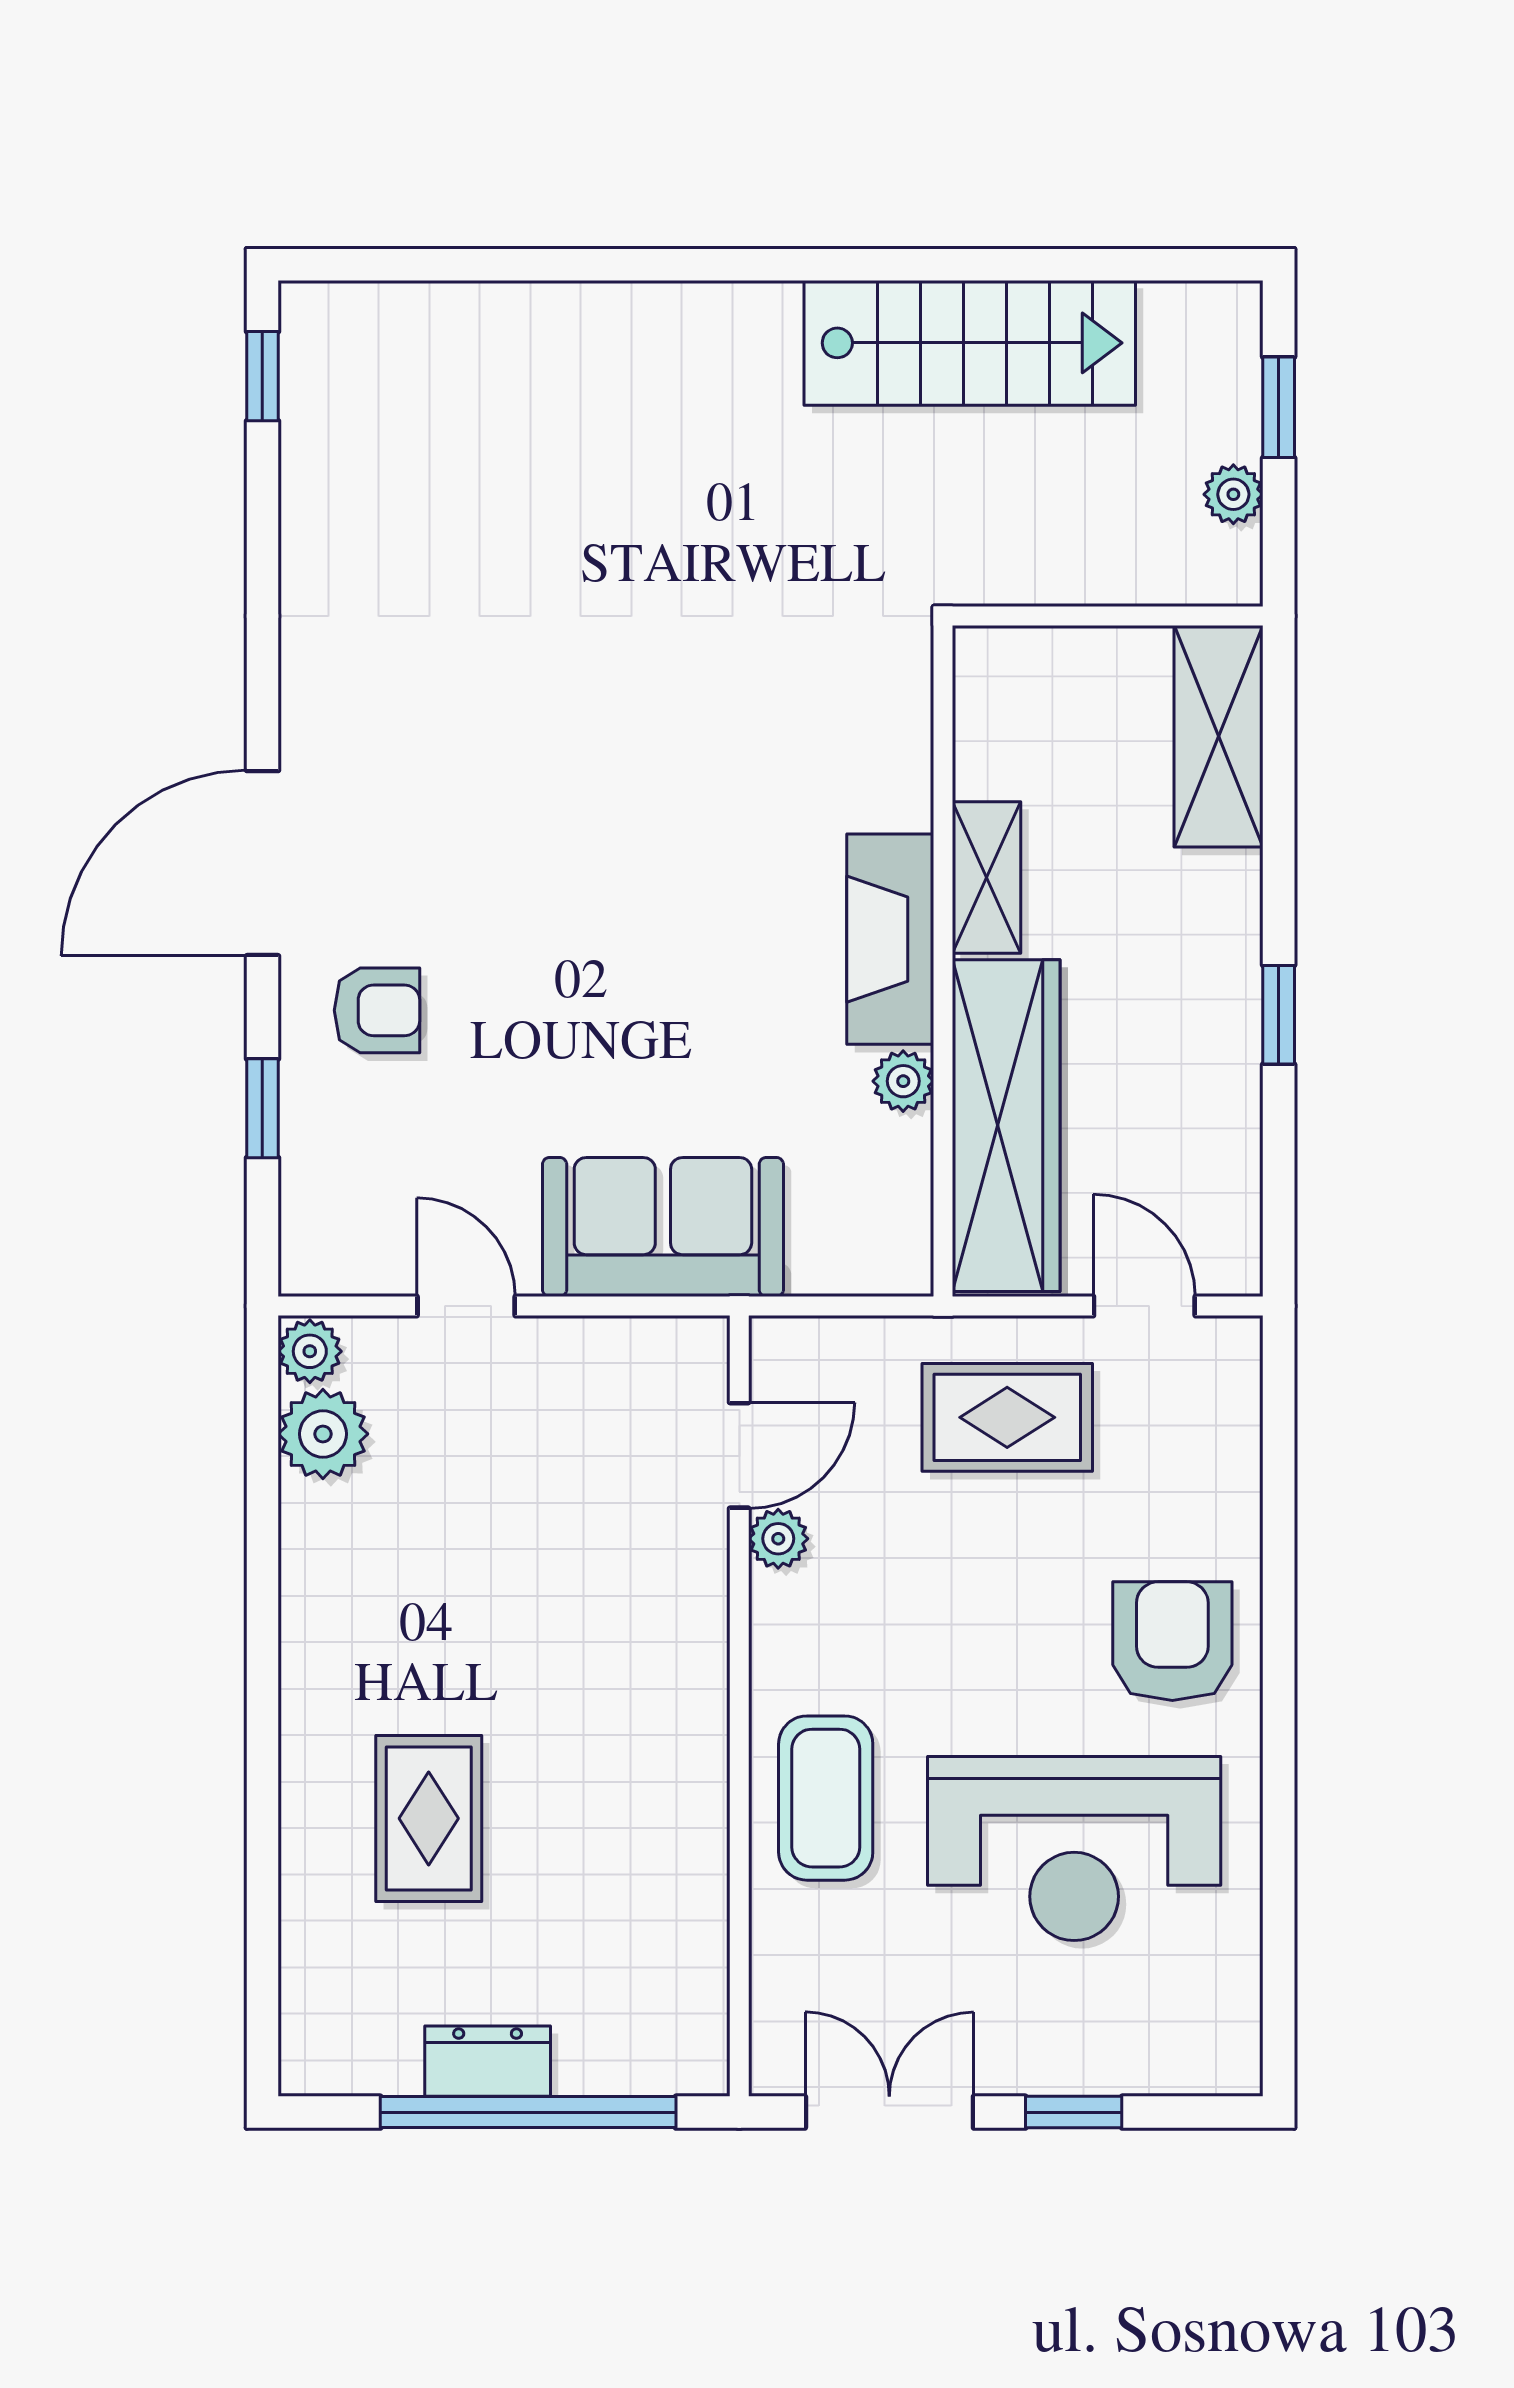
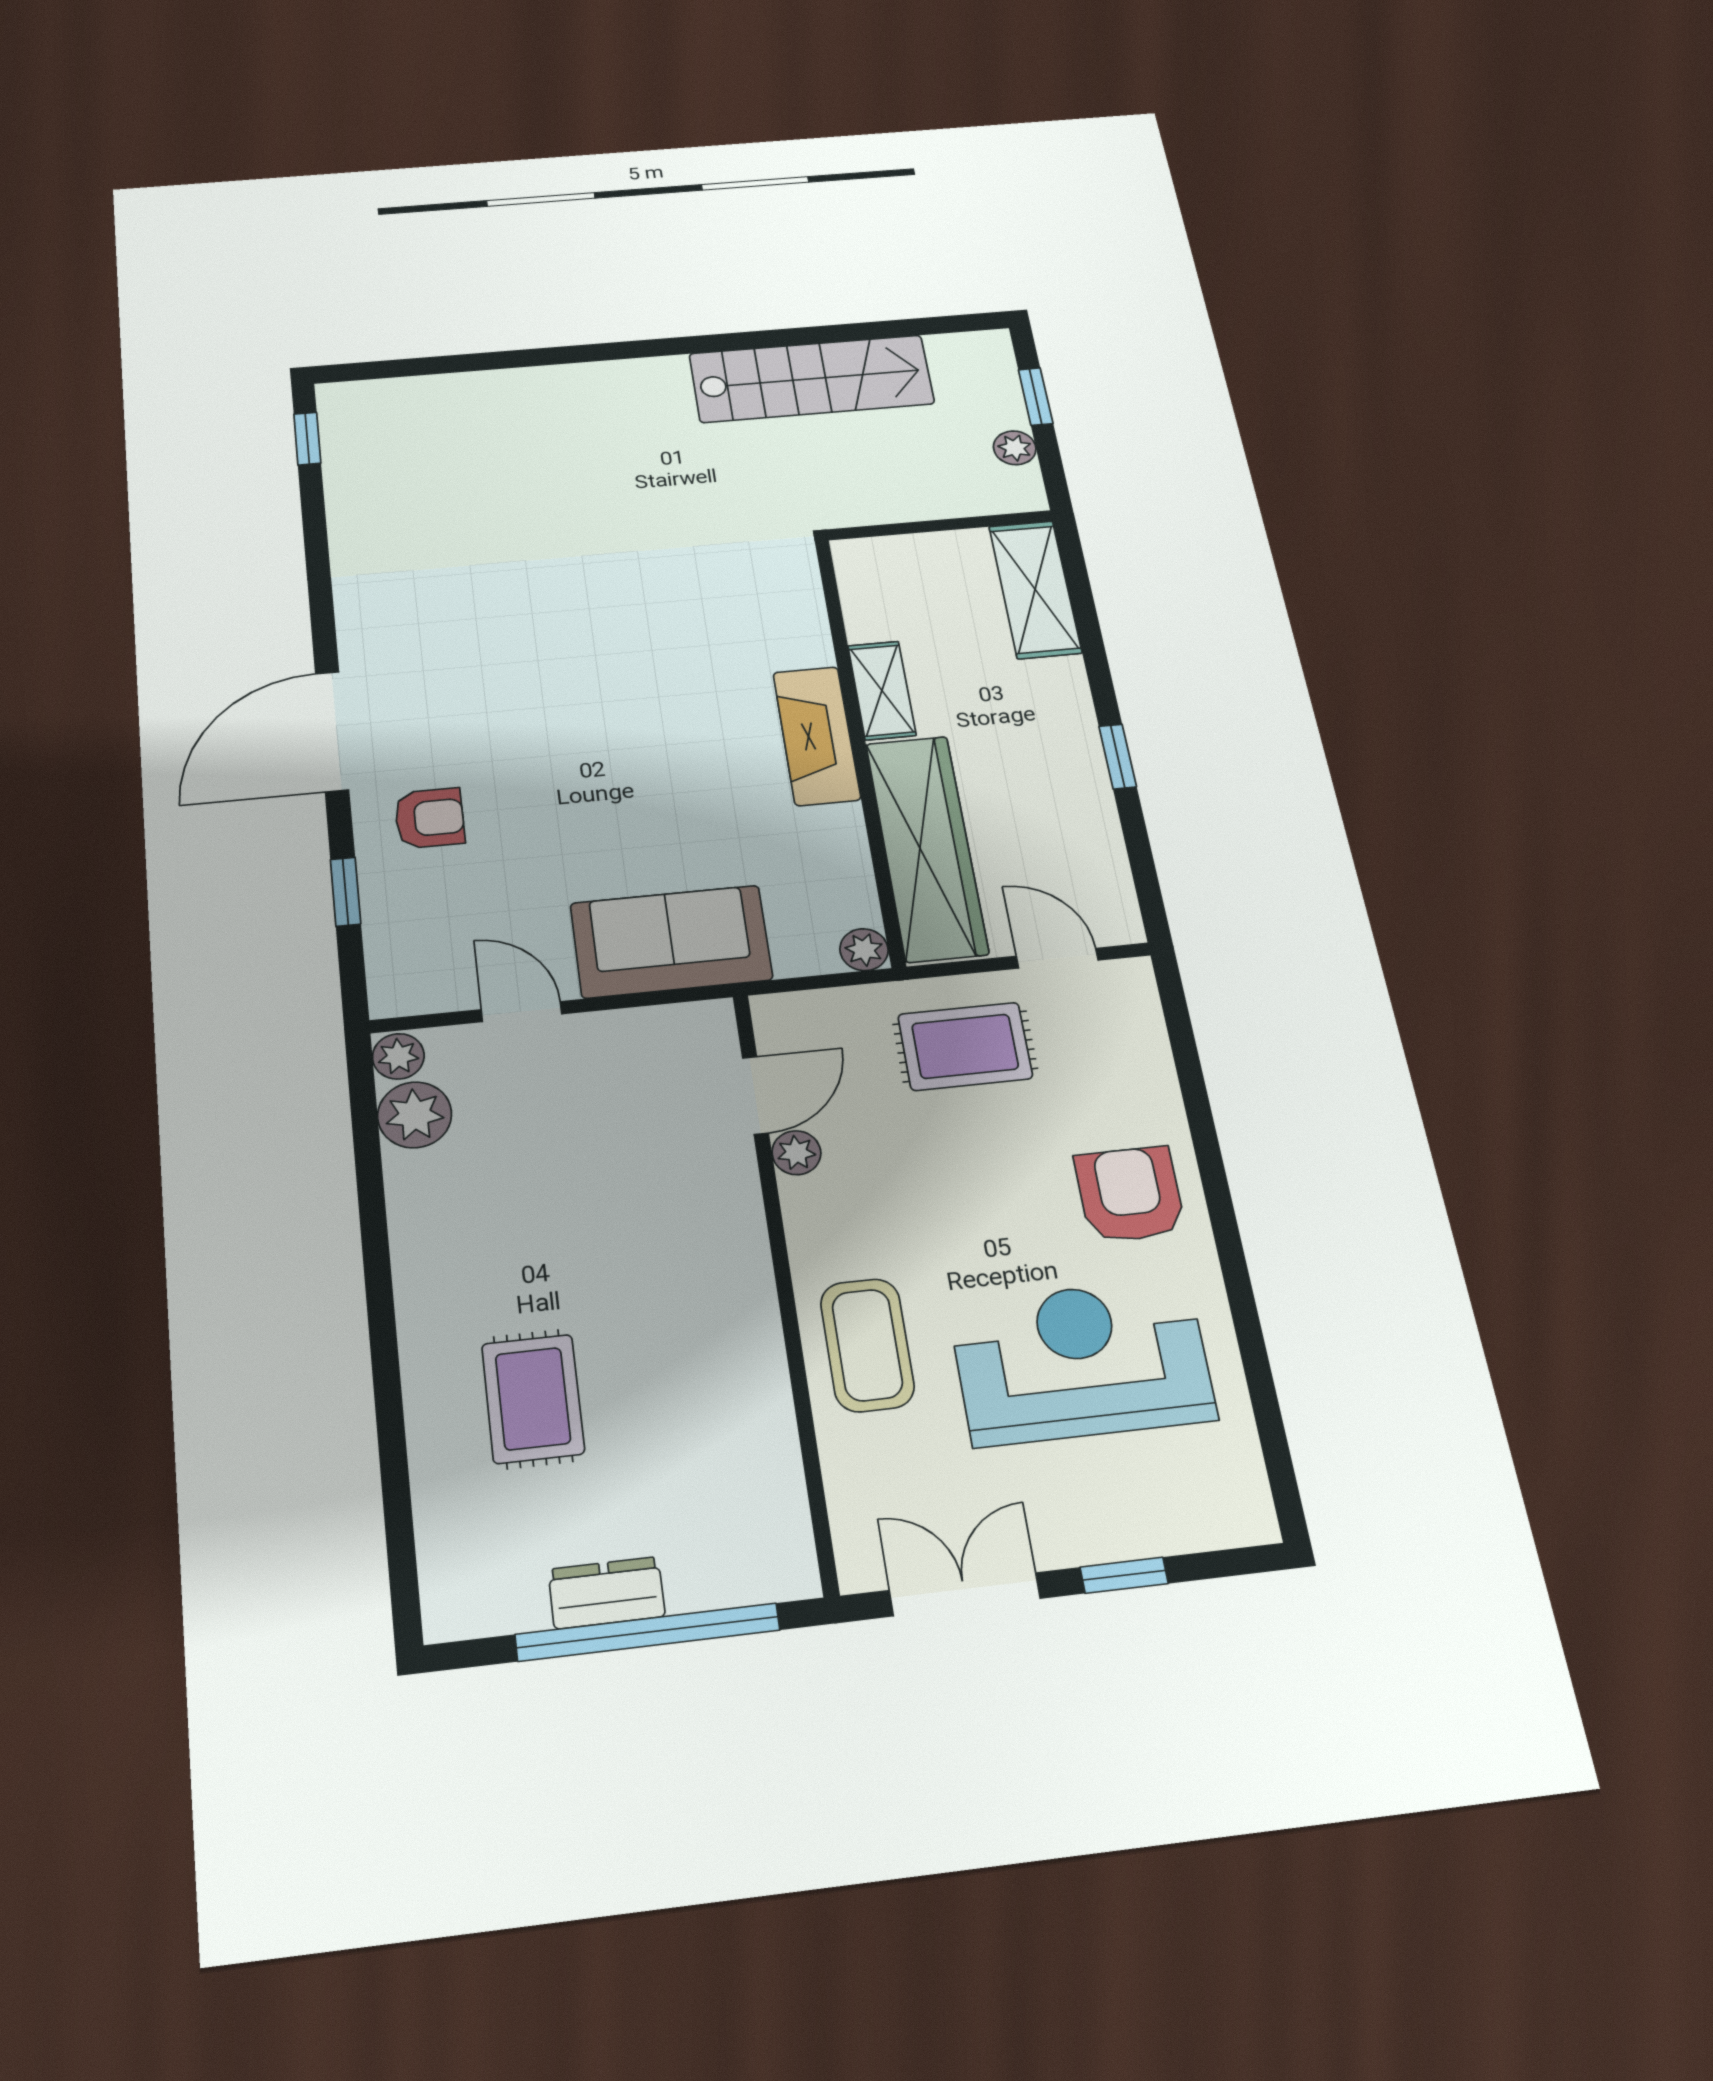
plant: (903, 1081) -> (864, 950), moved
reception desk: (1074, 1849) -> (1082, 1361), turned 180

